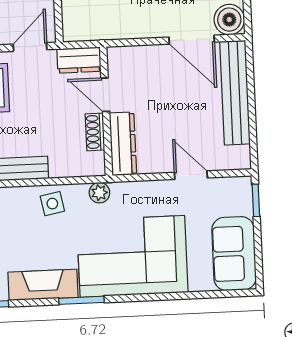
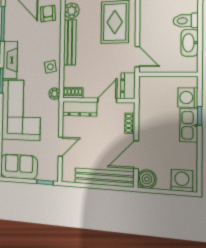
shoe rack: (141, 53) -> (130, 123), added
shoe rack: (95, 132) -> (73, 93), moved

